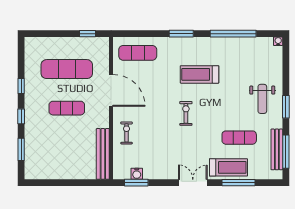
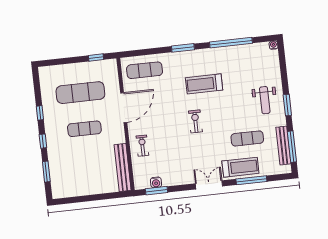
door: (111, 90) -> (124, 108), hinge flipped

